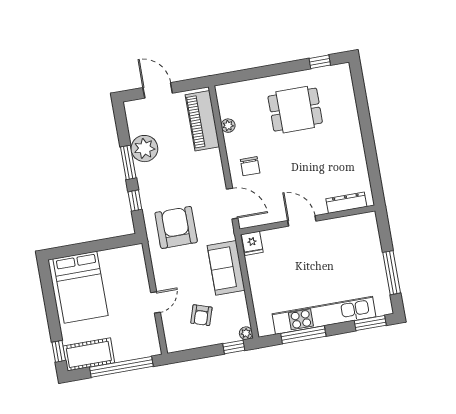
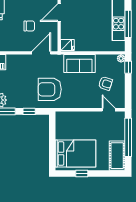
chair: (250, 166) -> (29, 26), moved
door: (156, 302) -> (109, 110), moved
window: (59, 351) -> (82, 174), moved

